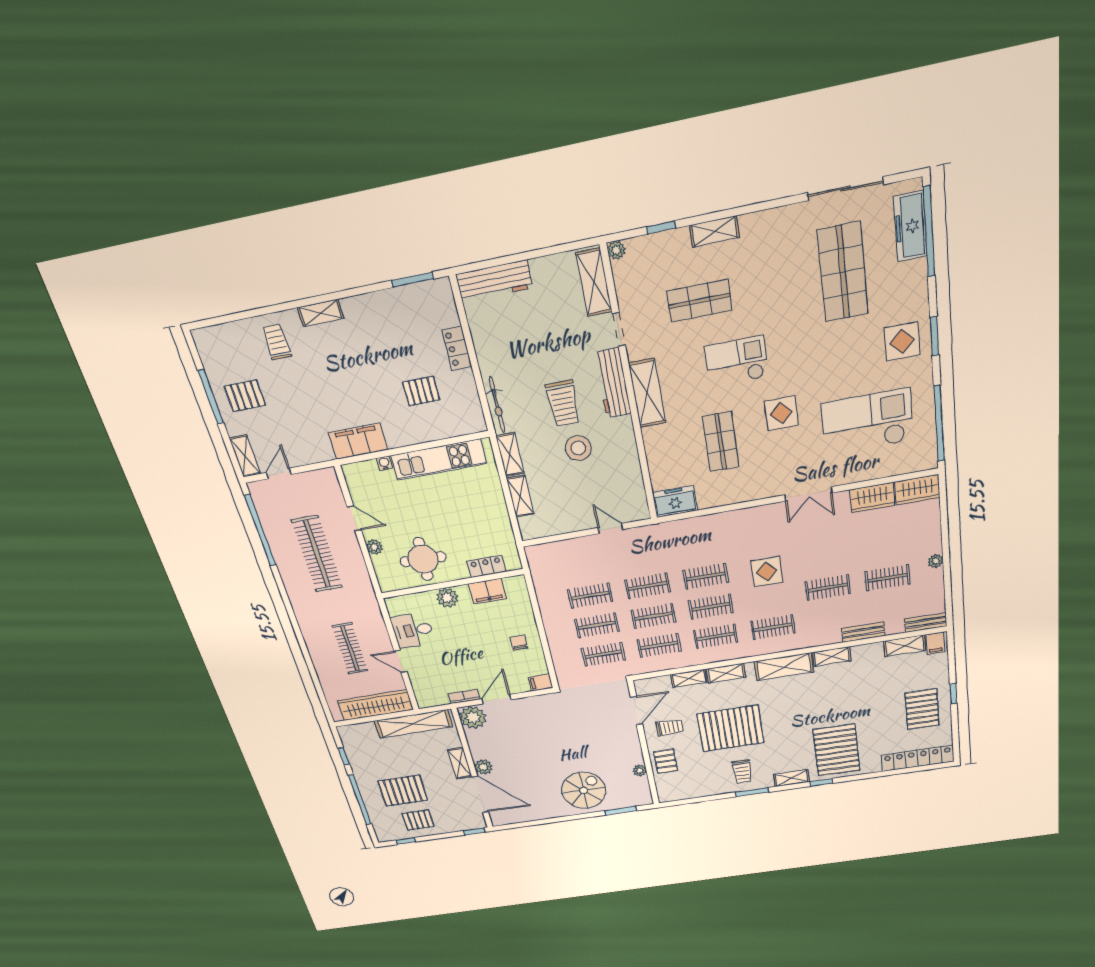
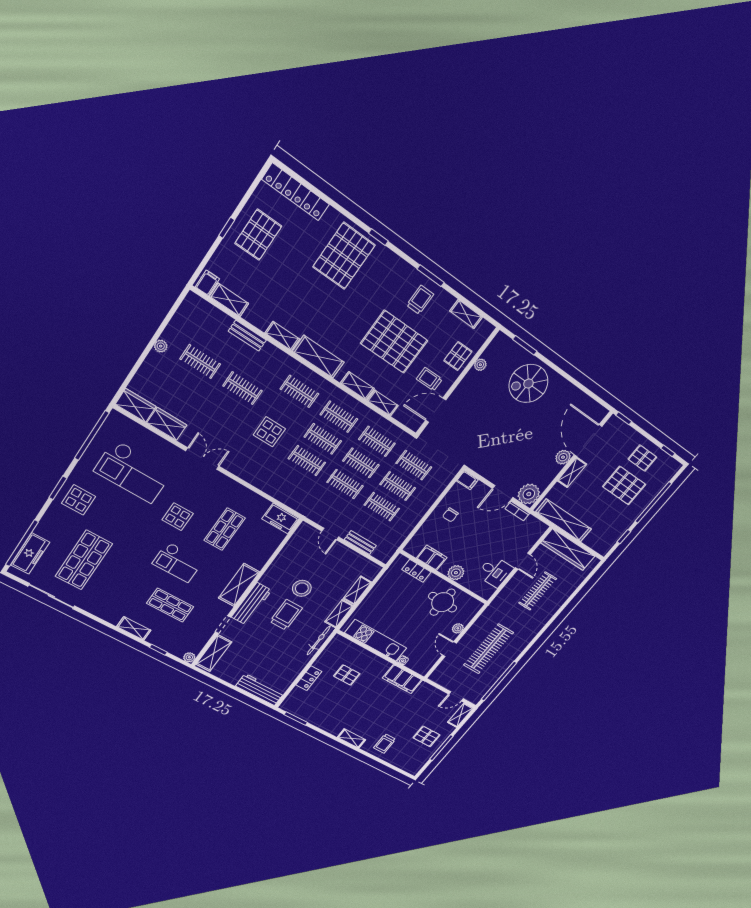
bench: (926, 622) -> (360, 543), moved
shelving: (792, 778) -> (466, 314), moved

